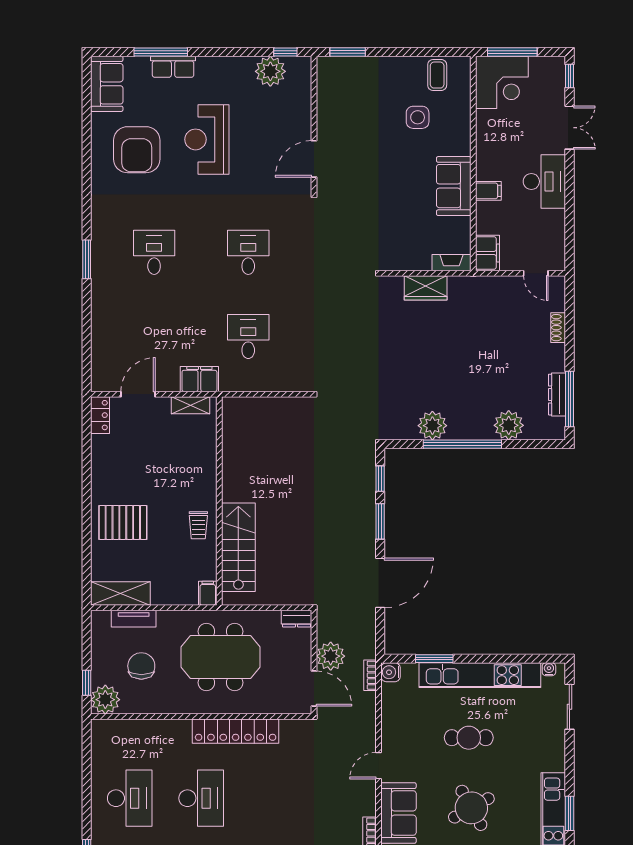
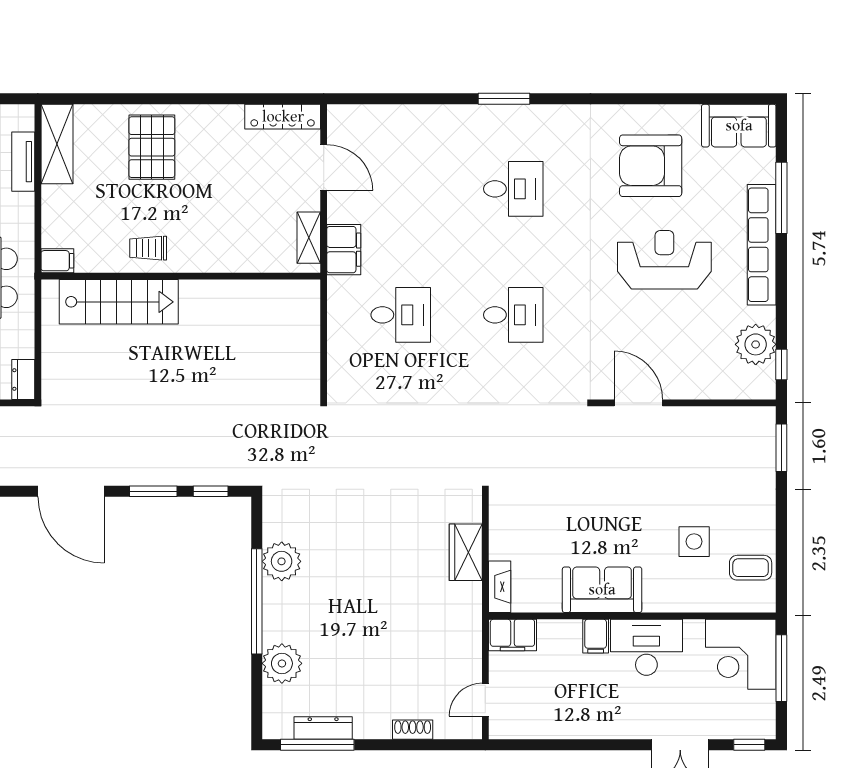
row of seats: (173, 67) -> (762, 245), width x2.02
desk: (544, 181) -> (646, 647), moved, turned 180
locker: (100, 415) -> (283, 117), width x1.53

